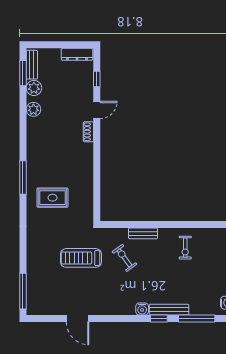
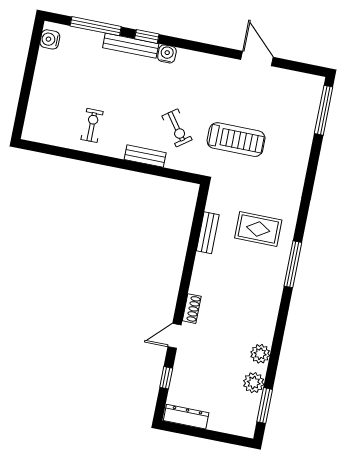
bench: (32, 65) -> (208, 233), moved

